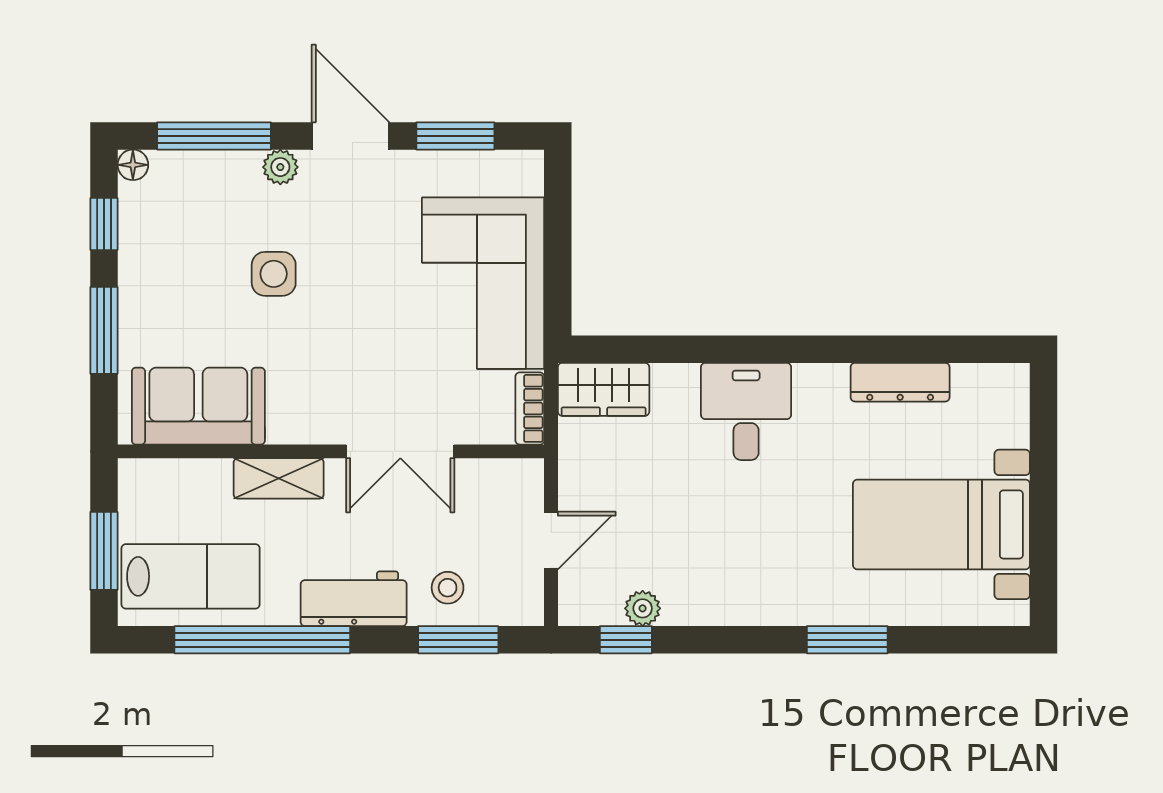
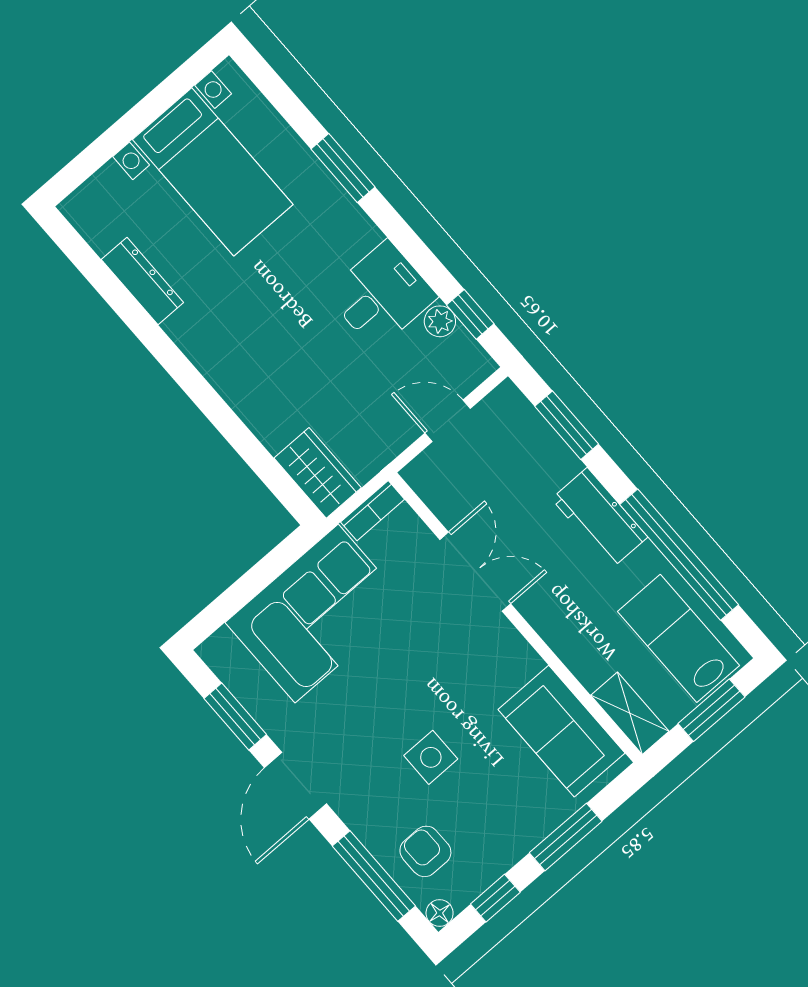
plant: (280, 167) -> (356, 814), removed
armchair: (197, 199) -> (425, 851), added
desk: (746, 411) -> (381, 295), moved, turned 180
shelving: (279, 478) -> (630, 713), moved
stool: (448, 588) -> (538, 462), removed

